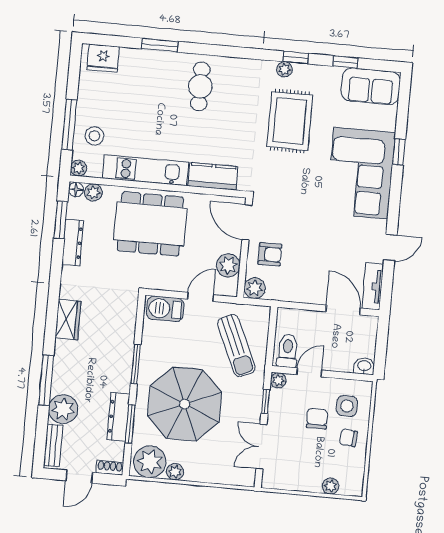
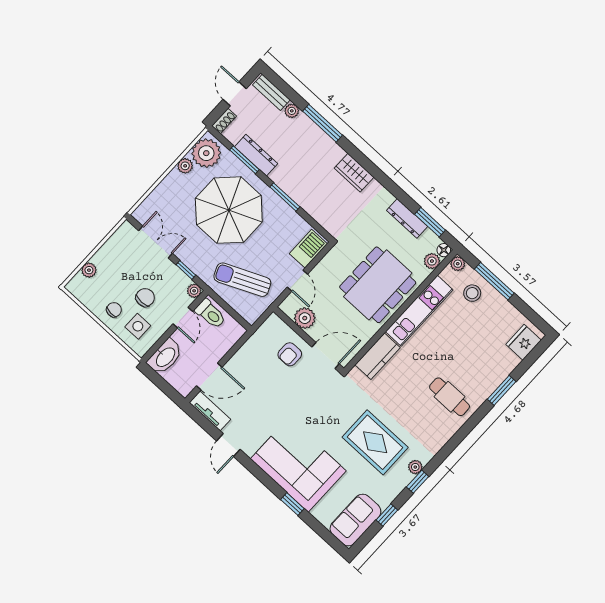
plant: (255, 288) -> (274, 325), removed
washbasin: (364, 366) -> (165, 357), width x1.91, depth x1.45
plant: (63, 409) -> (292, 111), width x0.53, depth x0.53
chair: (317, 419) -> (145, 298), turned -90

